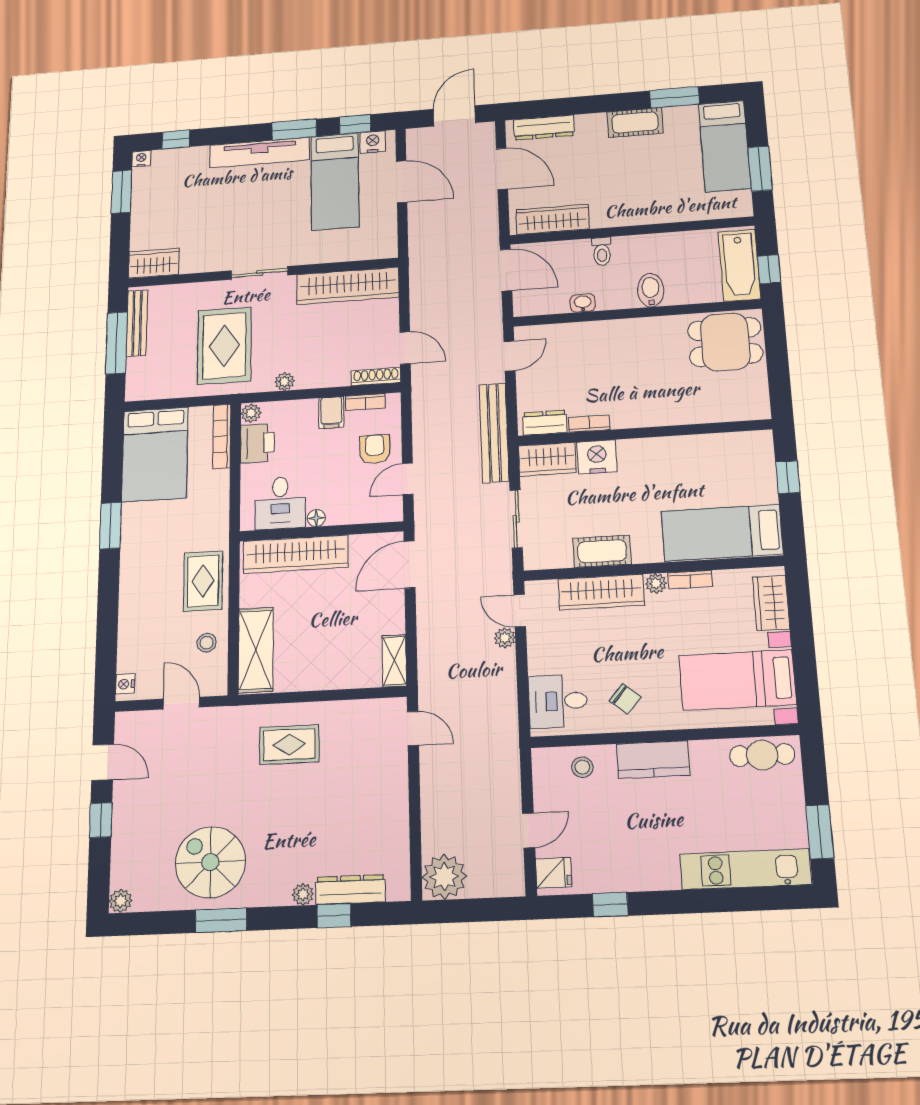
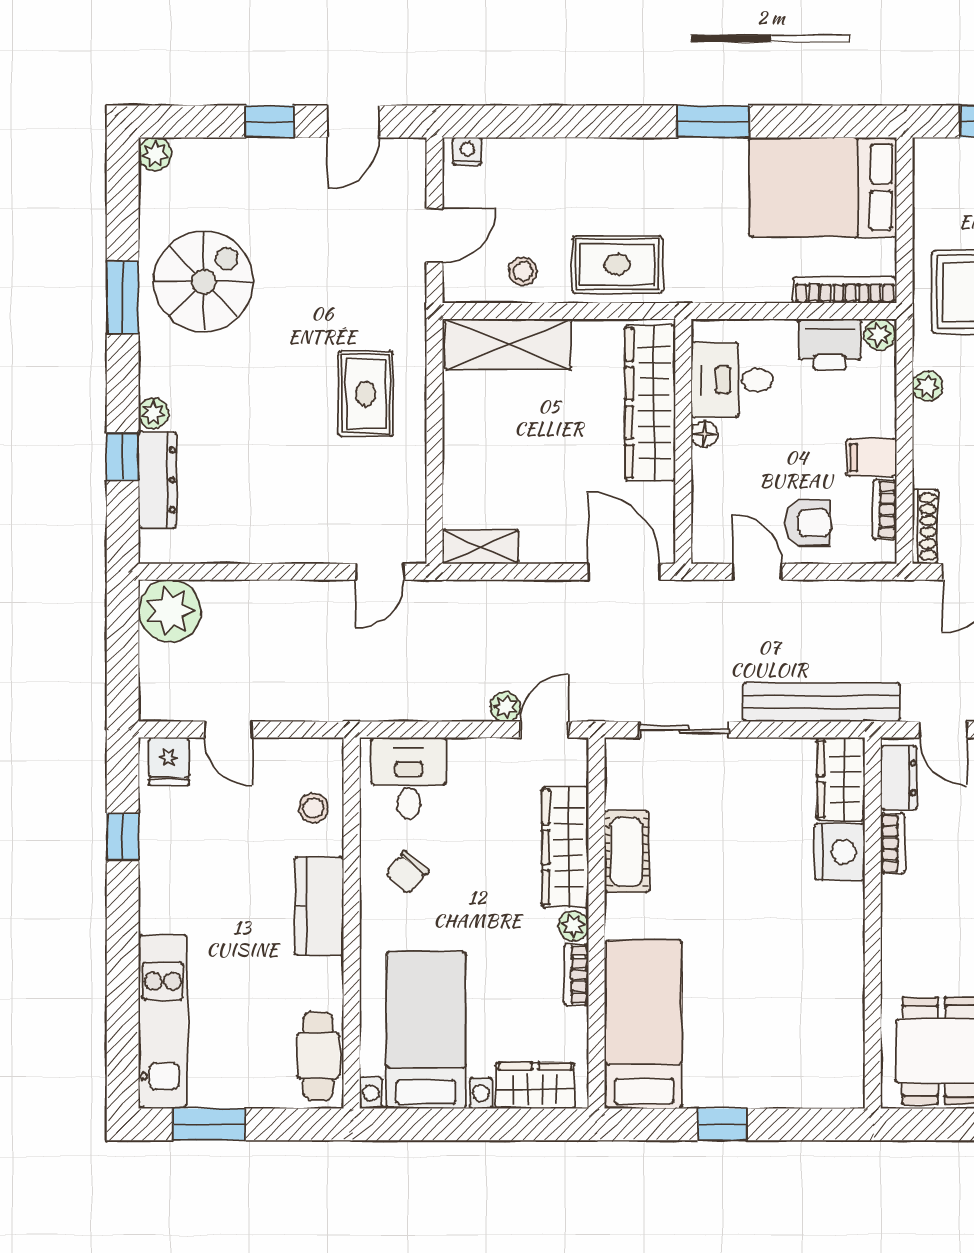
dresser: (545, 423) -> (899, 778), moved
bookcase: (589, 424) -> (893, 843), moved
wall: (644, 433) -> (873, 923), moved
nightstand: (597, 457) -> (840, 852), moved
wardrobe: (547, 459) -> (841, 779), moved

